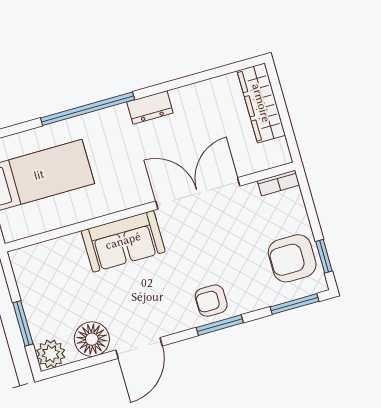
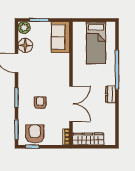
wardrobe: (261, 103) -> (88, 139), moved
sofa: (123, 241) -> (60, 37), moved
armchair: (211, 301) -> (40, 103), moved

